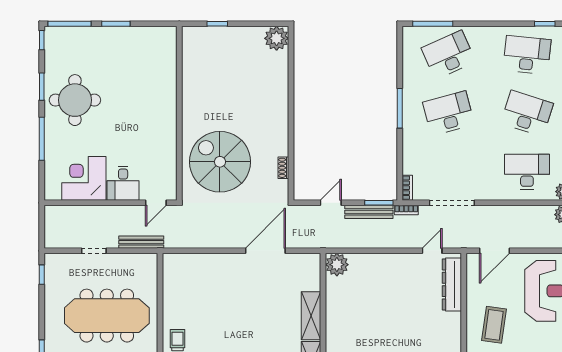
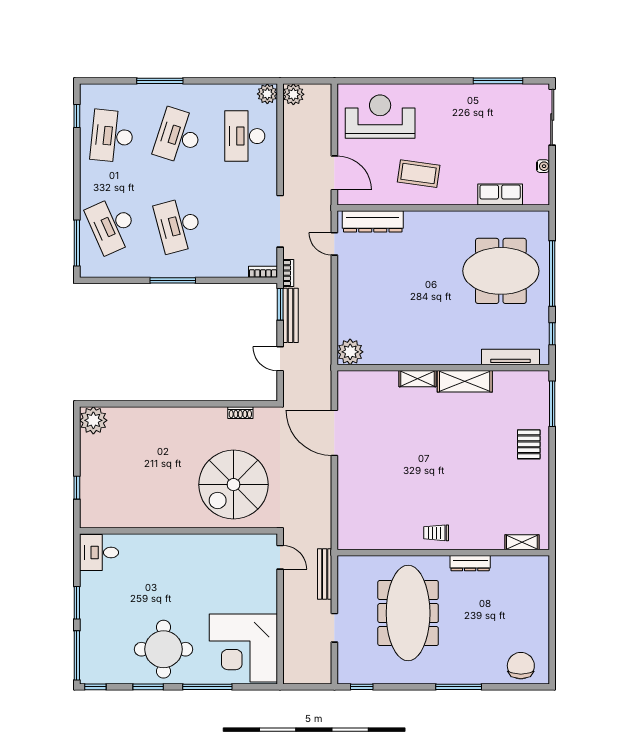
corner desk: (84, 178) -> (243, 648), width x1.36, depth x1.36
desk: (123, 183) -> (99, 553), moved, turned 180
shelving: (311, 316) -> (417, 379), width x0.67, depth x0.75

